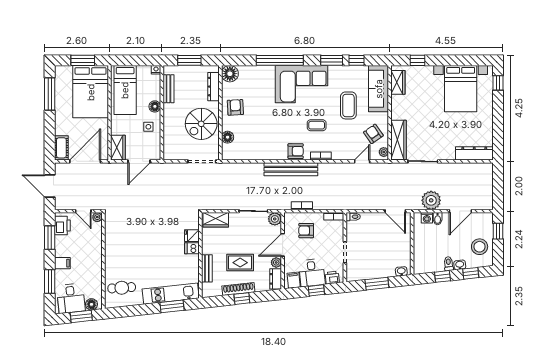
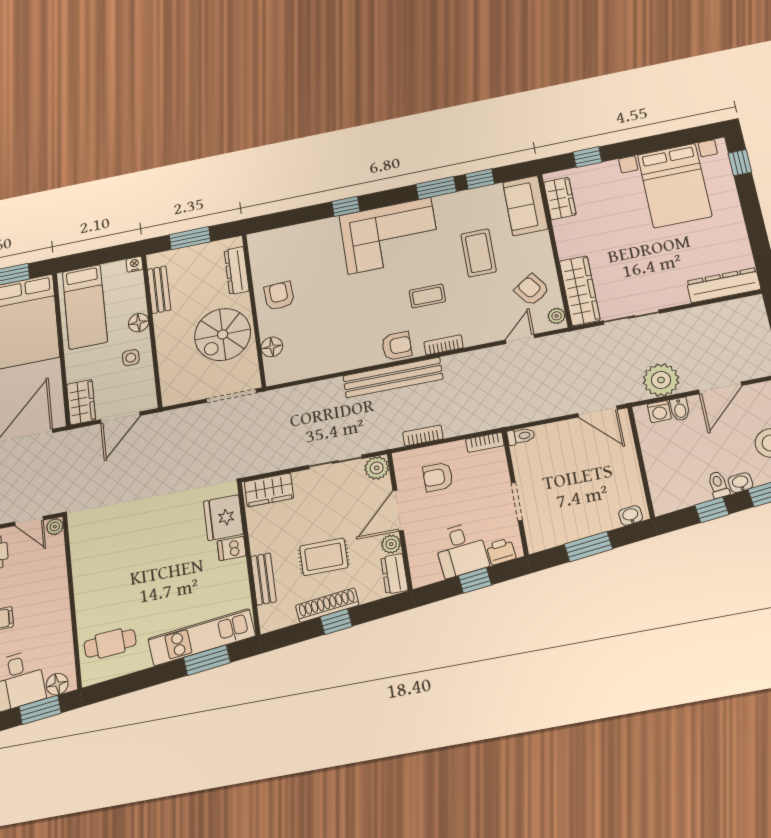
window: (280, 60) -> (346, 206), width x0.32
floor lamp: (230, 74) -> (262, 245), removed
sofa: (379, 89) -> (525, 206), width x0.73
fridge: (192, 236) -> (223, 518), width x1.88, depth x1.34
filing cabinet: (294, 280) -> (429, 570), removed

